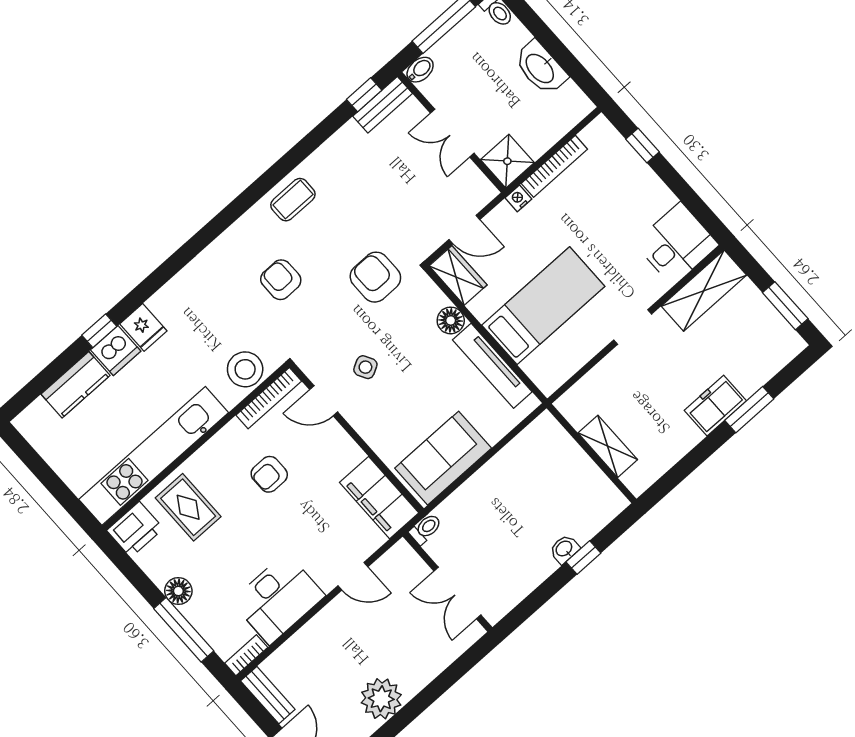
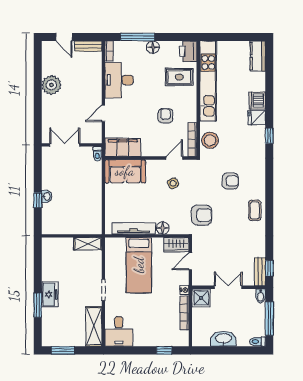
window: (99, 331) -> (269, 136), moved
kitchen counter: (76, 385) -> (258, 56), moved
shelving: (608, 446) -> (88, 244), moved
sofa: (443, 458) -> (125, 171), moved, turned 90

